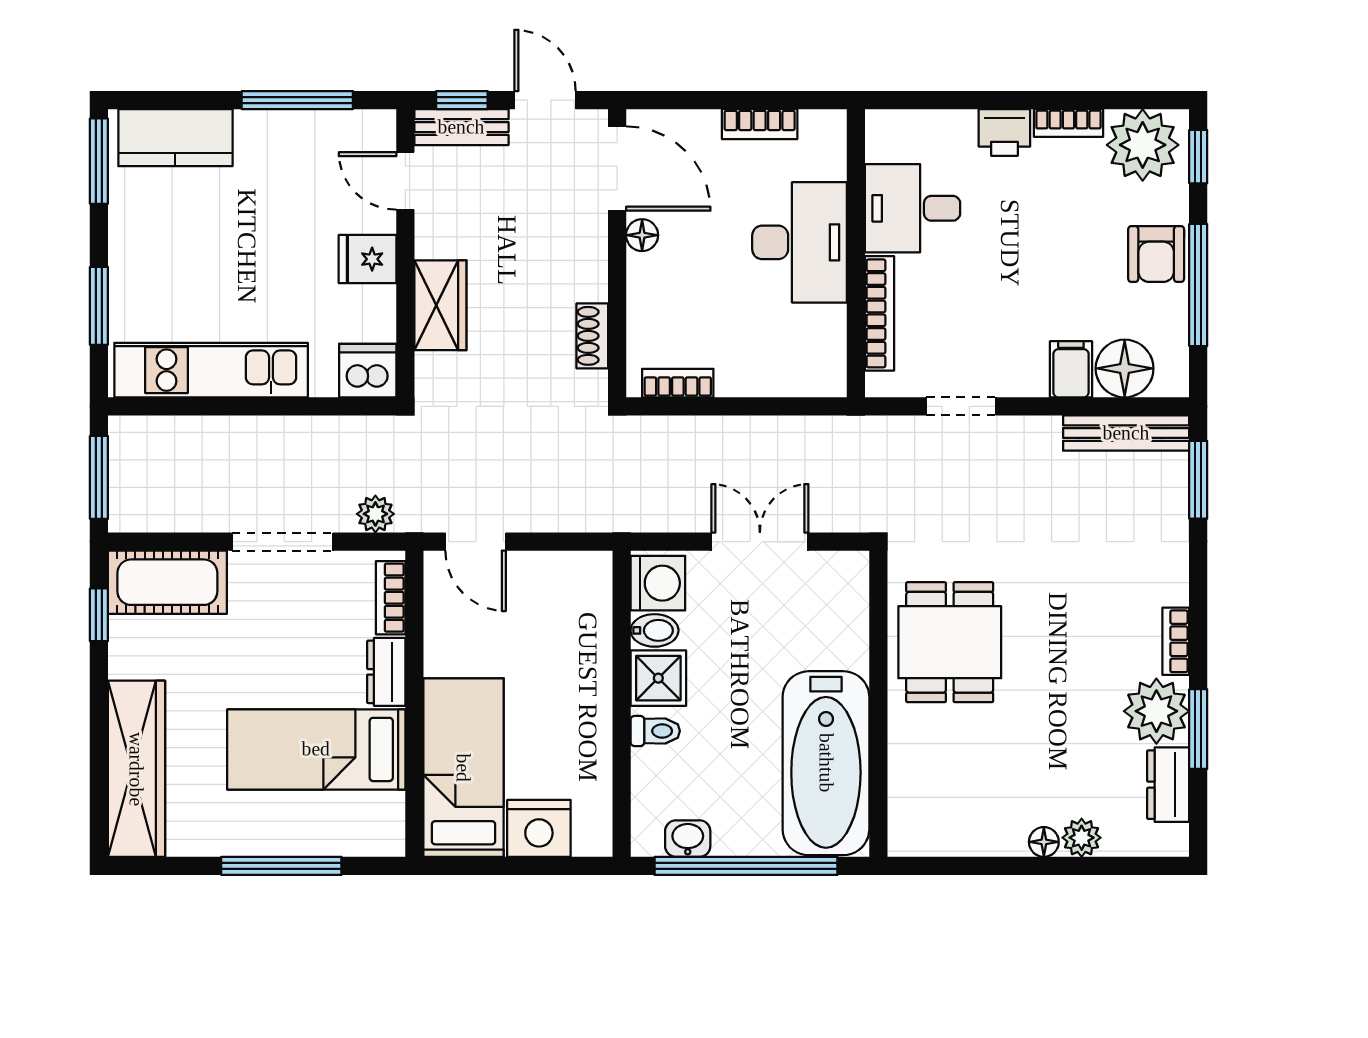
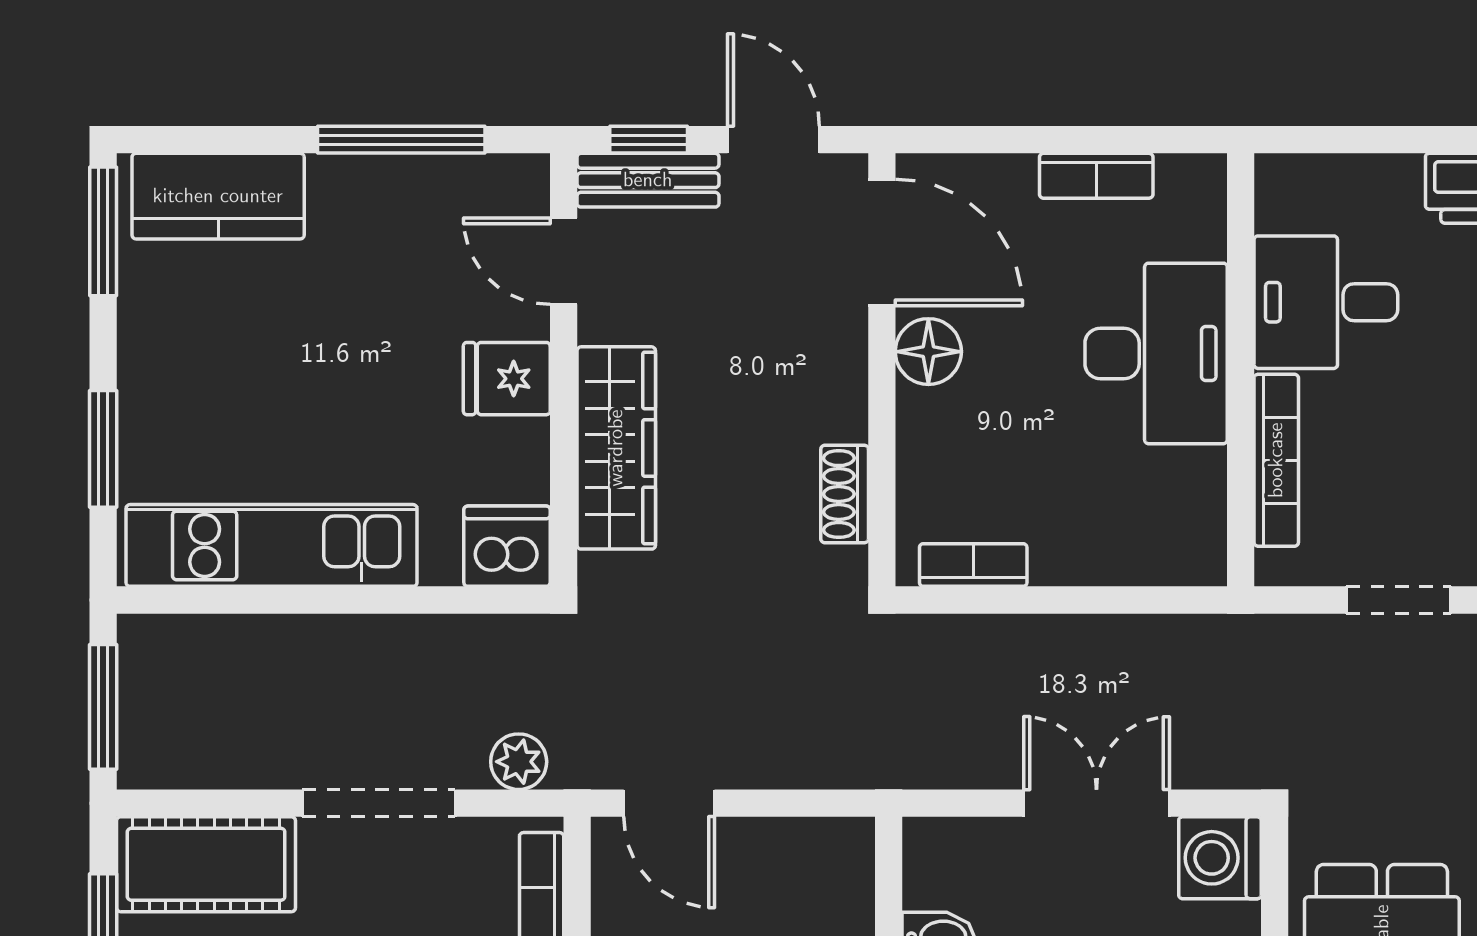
floor lamp: (642, 235) -> (928, 352), width x1.37, depth x1.37
wardrobe: (440, 305) -> (616, 448), width x1.50
washing machine: (658, 583) -> (1220, 858), moved, turned 180

